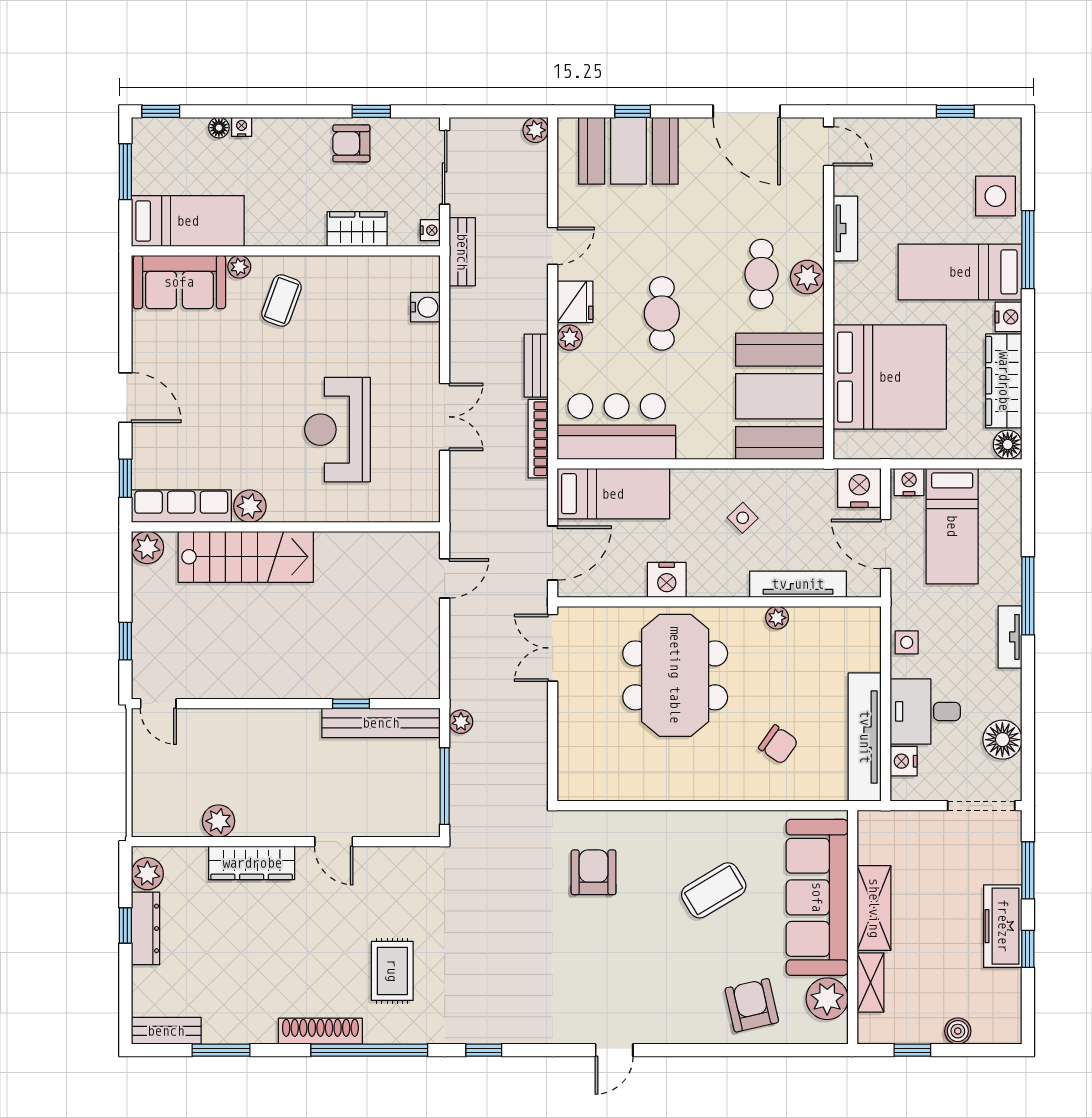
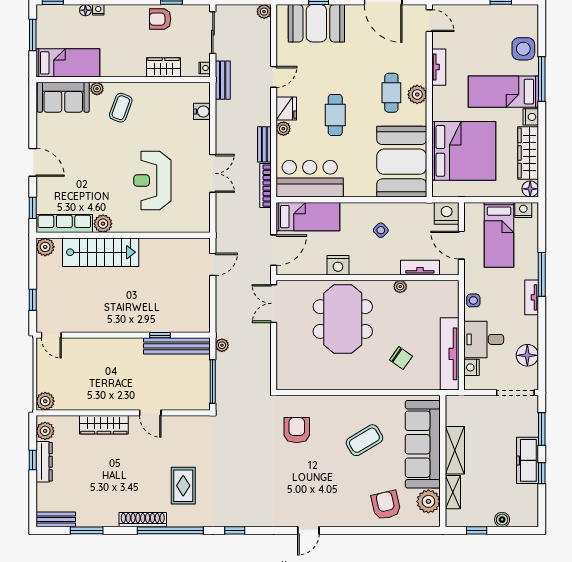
nightstand: (909, 482) -> (523, 210), moved
tv unit: (798, 584) -> (420, 268), width x0.71
plant: (218, 821) -> (45, 401), moved

